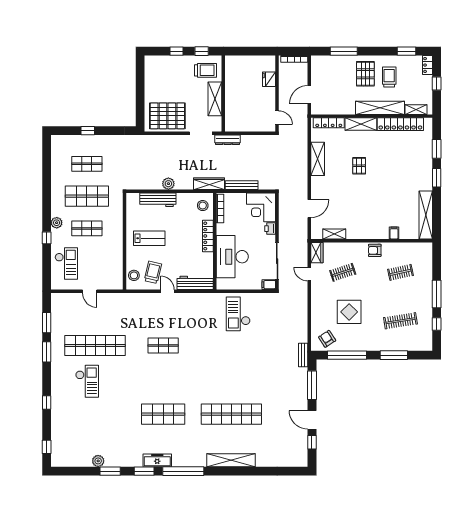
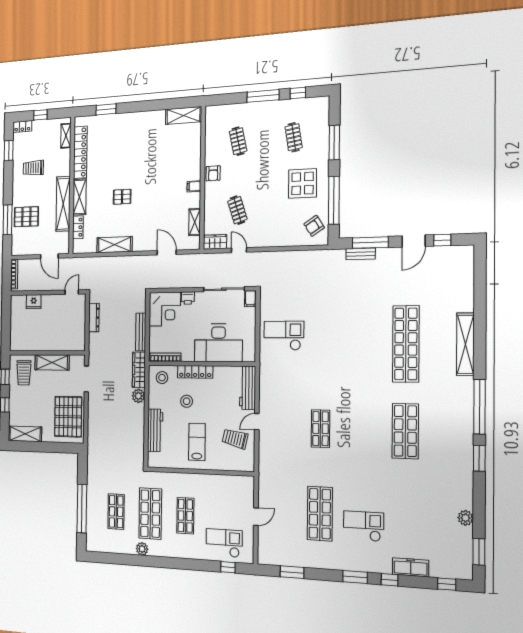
trolley: (206, 70) -> (24, 373), turned 180
shelving: (151, 73) -> (25, 434), added
pallet: (365, 74) -> (26, 217), moved
shelving: (380, 108) -> (63, 204), moved
locker: (329, 123) -> (78, 227), width x0.66
window: (88, 131) -> (82, 509), width x3.17
dresser: (228, 140) -> (94, 318), moved
window: (437, 178) -> (136, 107), removed
plant: (168, 184) -> (138, 396), moved
shelving: (426, 215) -> (183, 115), width x0.68
plant: (57, 223) -> (142, 549), moved
filing cabinet: (394, 233) -> (194, 186), moved
window: (47, 238) -> (228, 567), moved
door: (309, 274) -> (239, 250), swing flipped
stool: (134, 275) -> (187, 401), moved
display table: (349, 312) -> (303, 183), moved
checkout: (238, 314) -> (284, 336), turned 180
clothes rail: (400, 321) -> (294, 137), width x0.73
shop shelf: (95, 345) -> (320, 514), width x0.71
window: (47, 352) -> (355, 577), moved
bench: (303, 355) -> (361, 254), moved
freezer: (157, 460) -> (411, 567), moved, turned 90
window: (110, 471) -> (479, 552), moved

